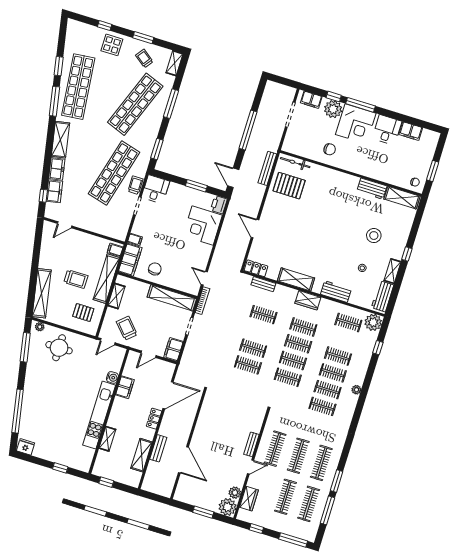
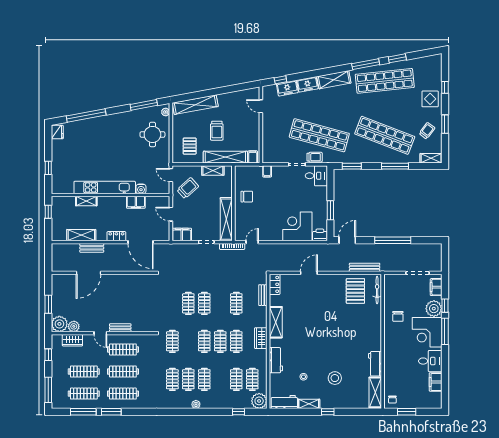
filing cabinet: (130, 260) -> (248, 173), removed
clothes rail: (338, 356) -> (236, 379), moved
clothes rail: (288, 377) -> (172, 341), moved

